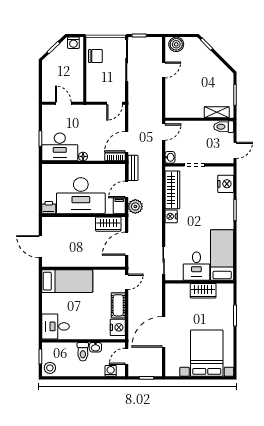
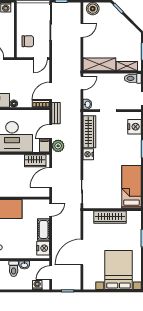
chair: (95, 56) -> (28, 41), moved
shelving: (184, 110) -> (99, 64), added
desk: (196, 266) -> (110, 196), removed
wardrobe: (203, 291) -> (110, 217), width x1.50

